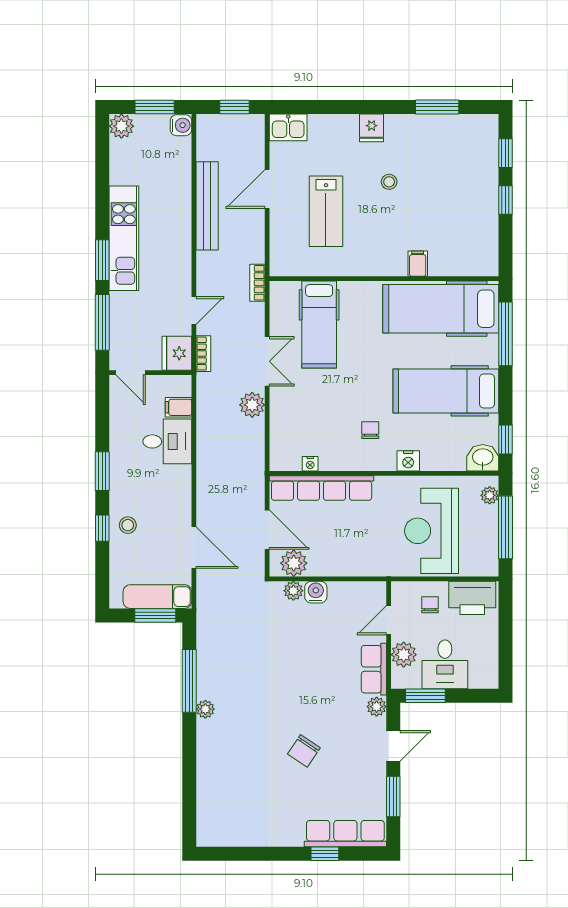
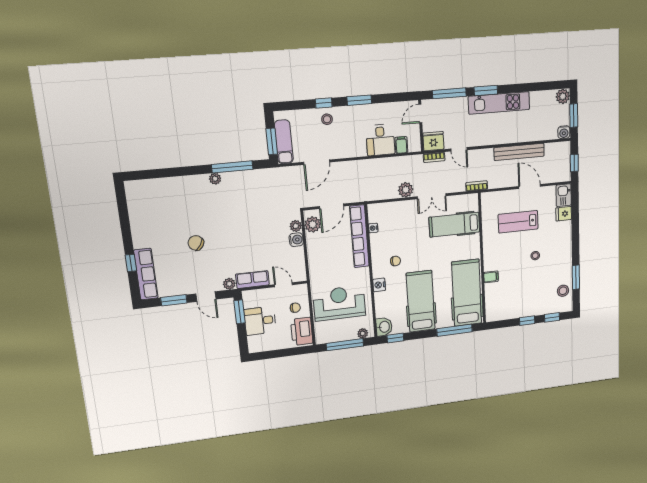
fridge: (372, 128) -> (564, 214), moved
stool: (459, 131) -> (563, 291), added
plant: (404, 655) -> (263, 296), removed

